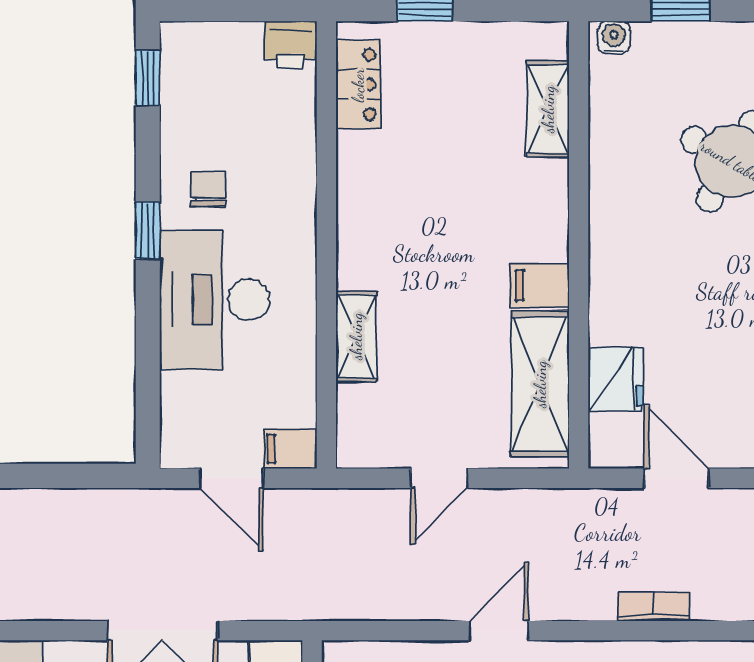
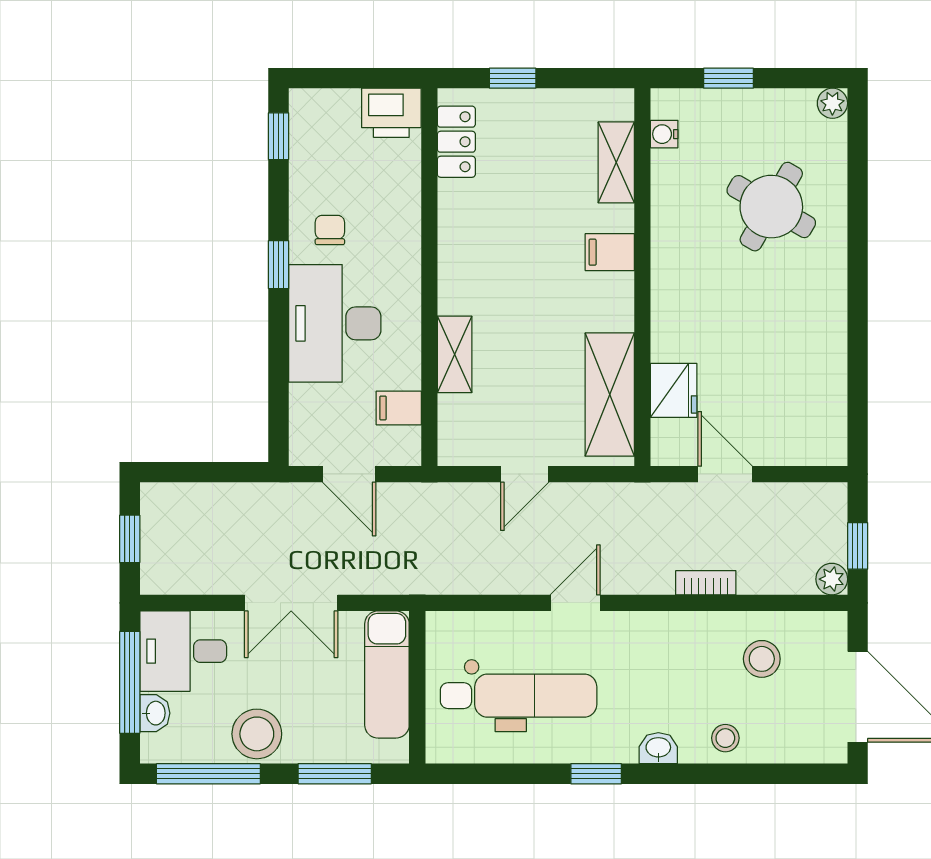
water cooler: (614, 37) -> (664, 134), moved, turned -90
printer: (291, 45) -> (391, 113), width x1.36, depth x1.24
filing cabinet: (540, 285) -> (610, 252), moved
filing cabinet: (290, 449) -> (399, 408), moved

